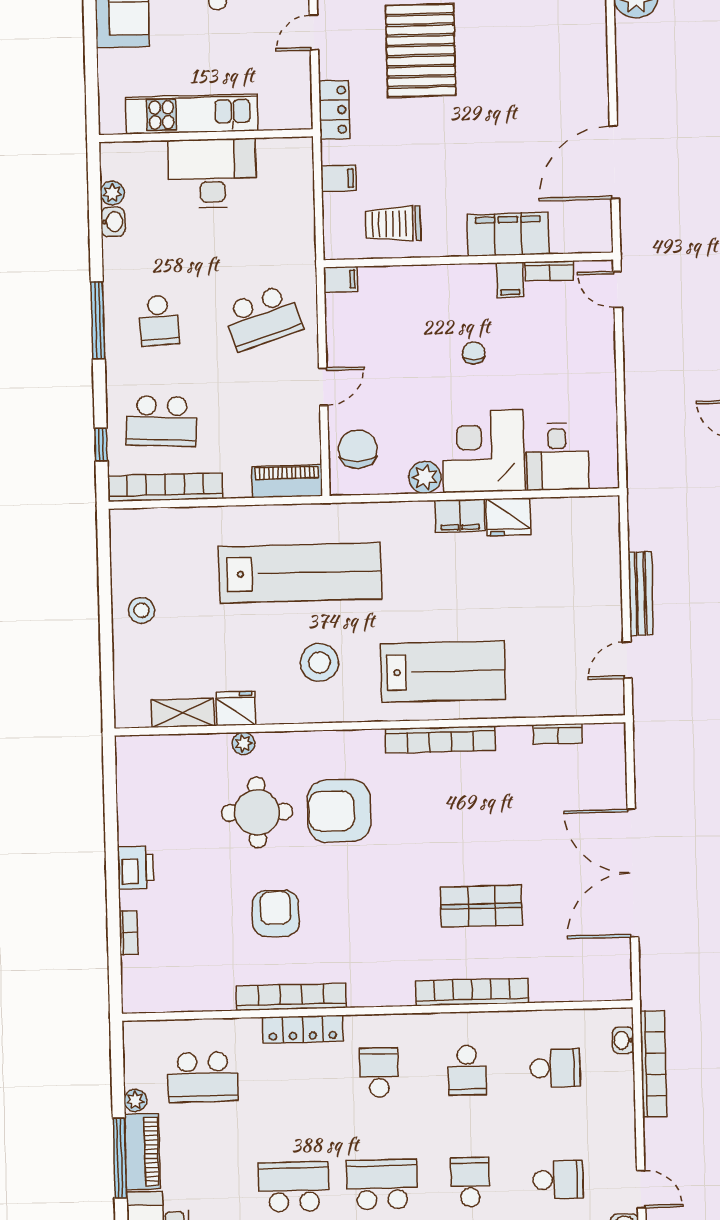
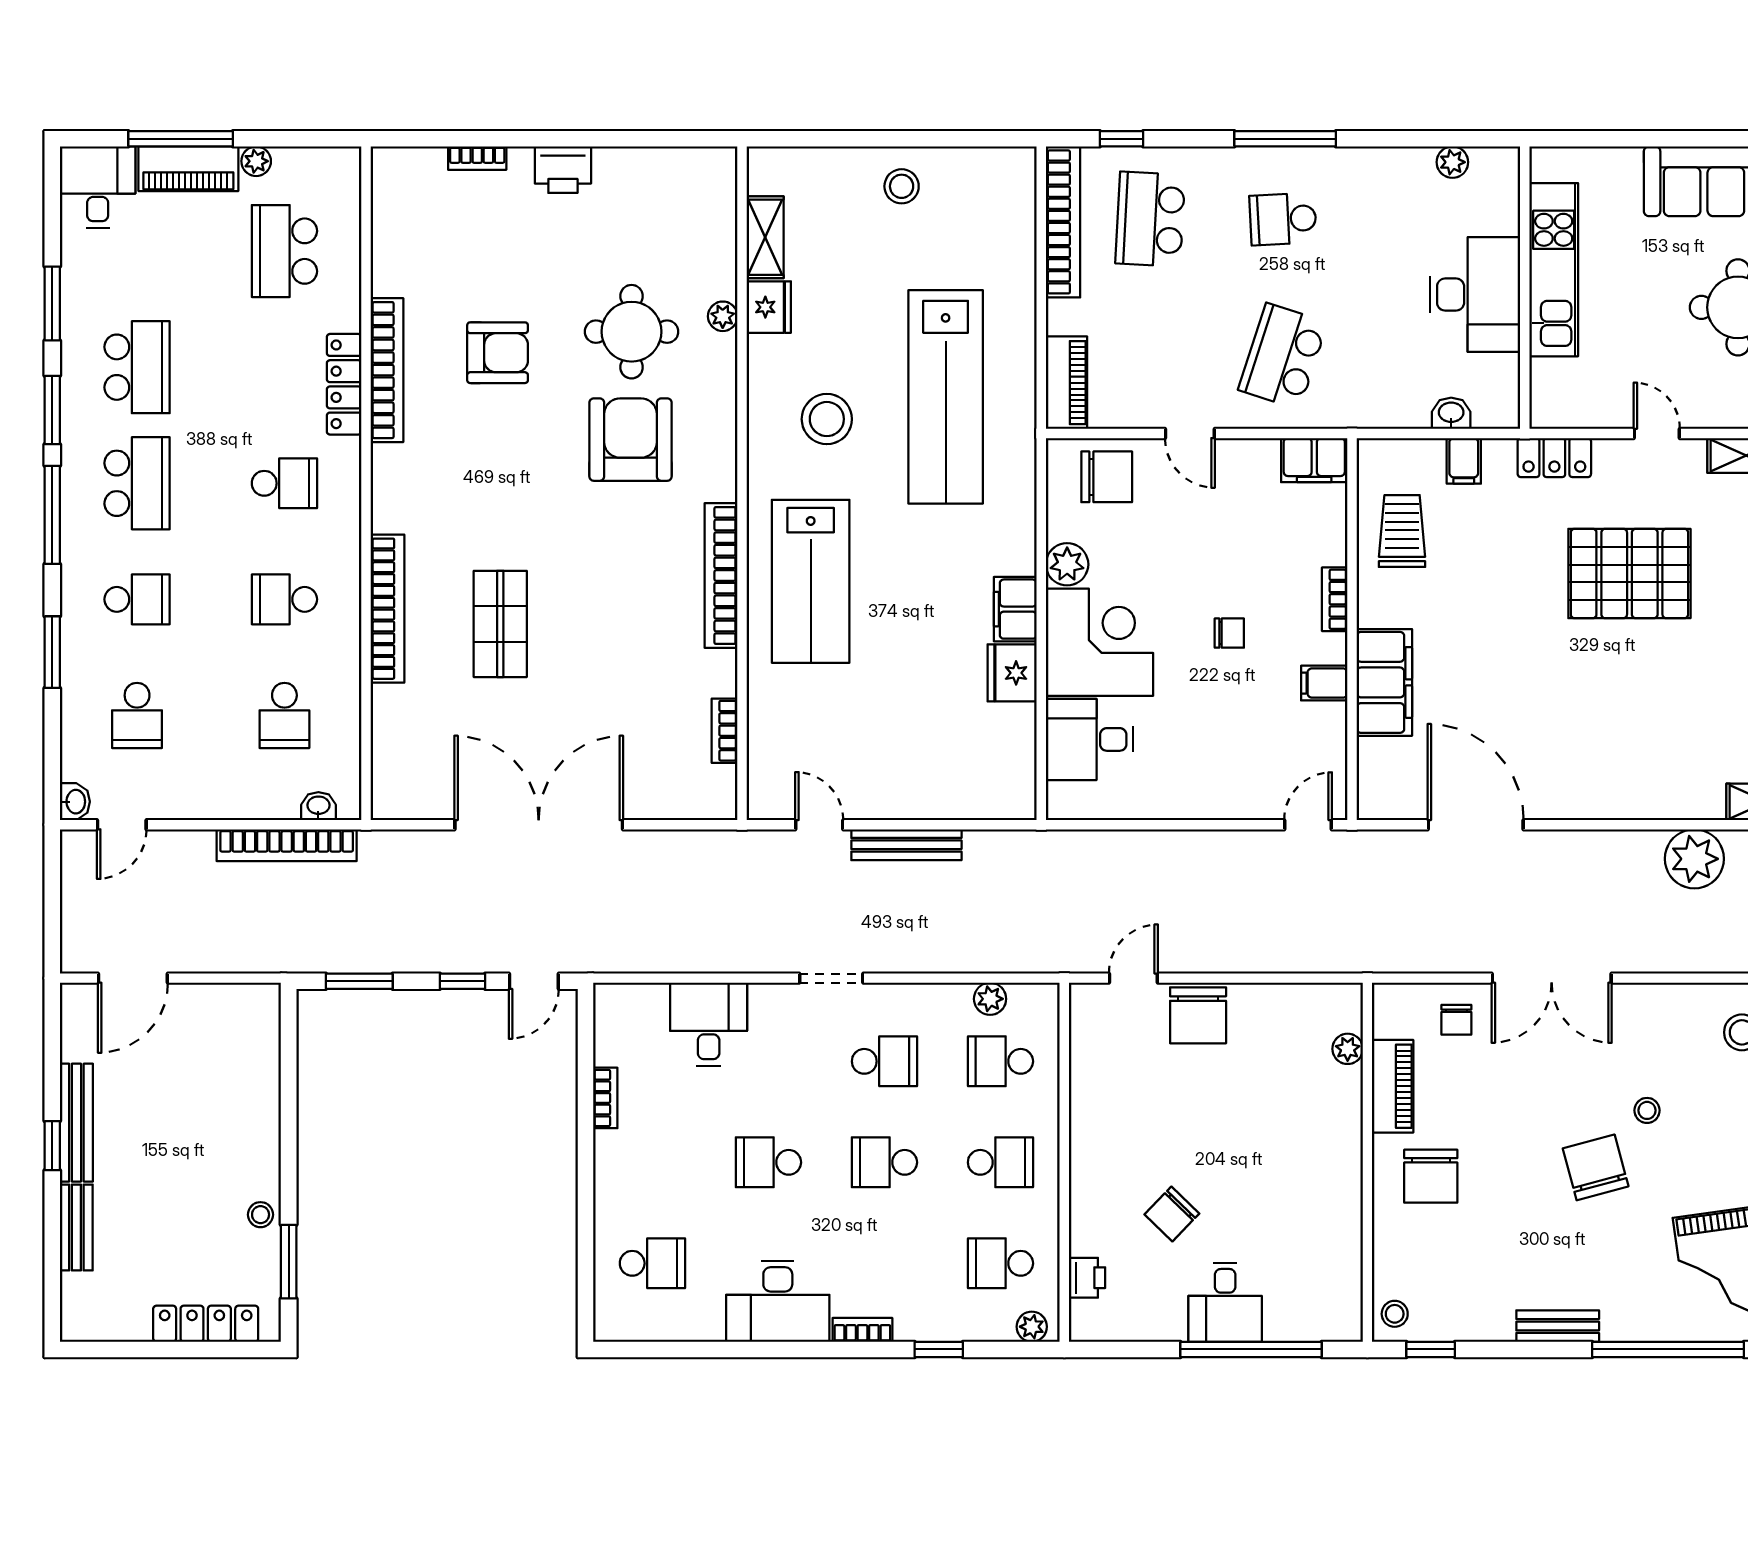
washbasin: (113, 222) -> (1451, 413), moved, turned 180
bookcase: (549, 271) -> (1335, 599), moved
filing cabinet: (341, 279) -> (1314, 460), width x2.00
school desk: (263, 318) -> (1283, 356), turned 36

